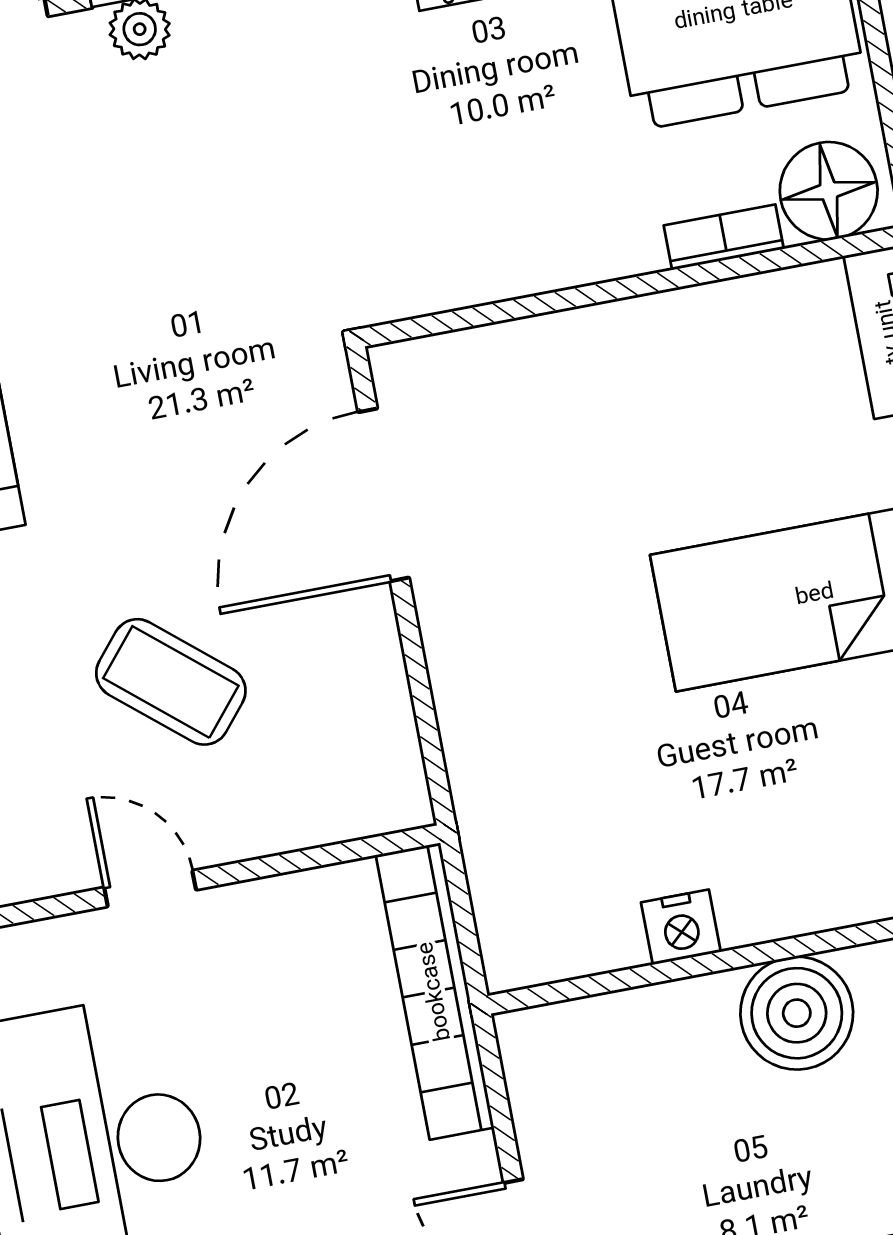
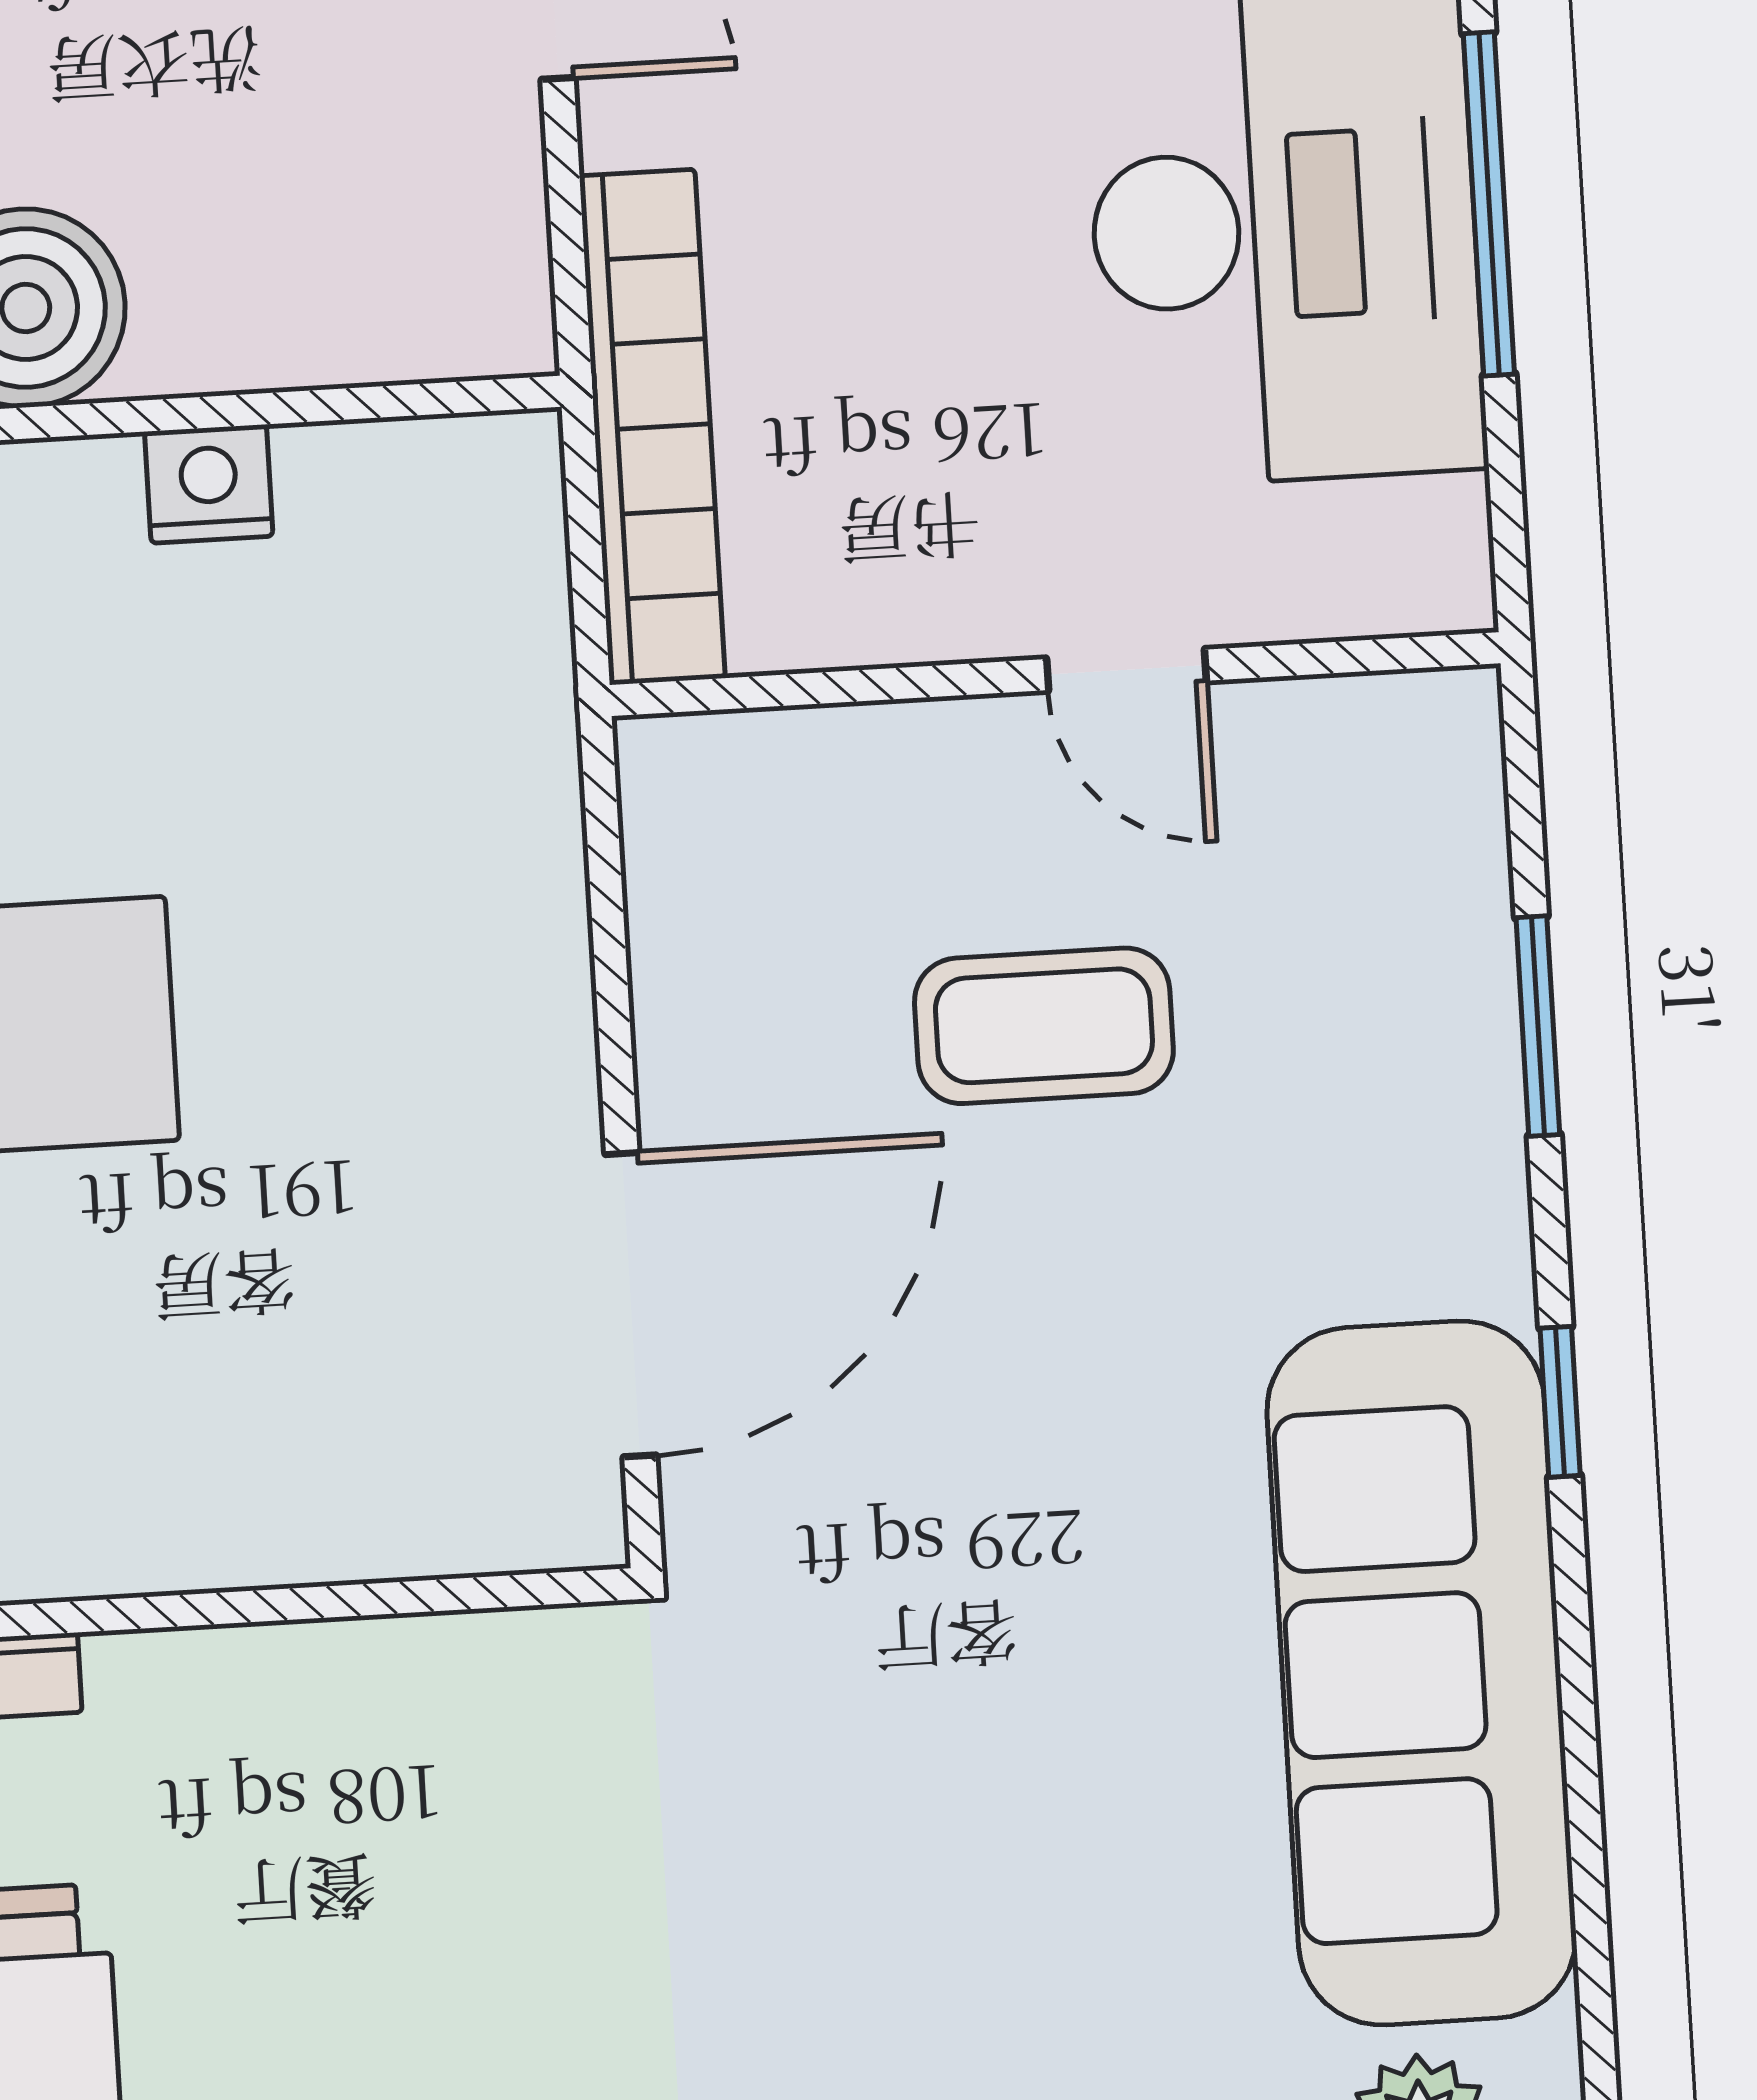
coffee table: (171, 682) -> (1044, 1026), turned -40

